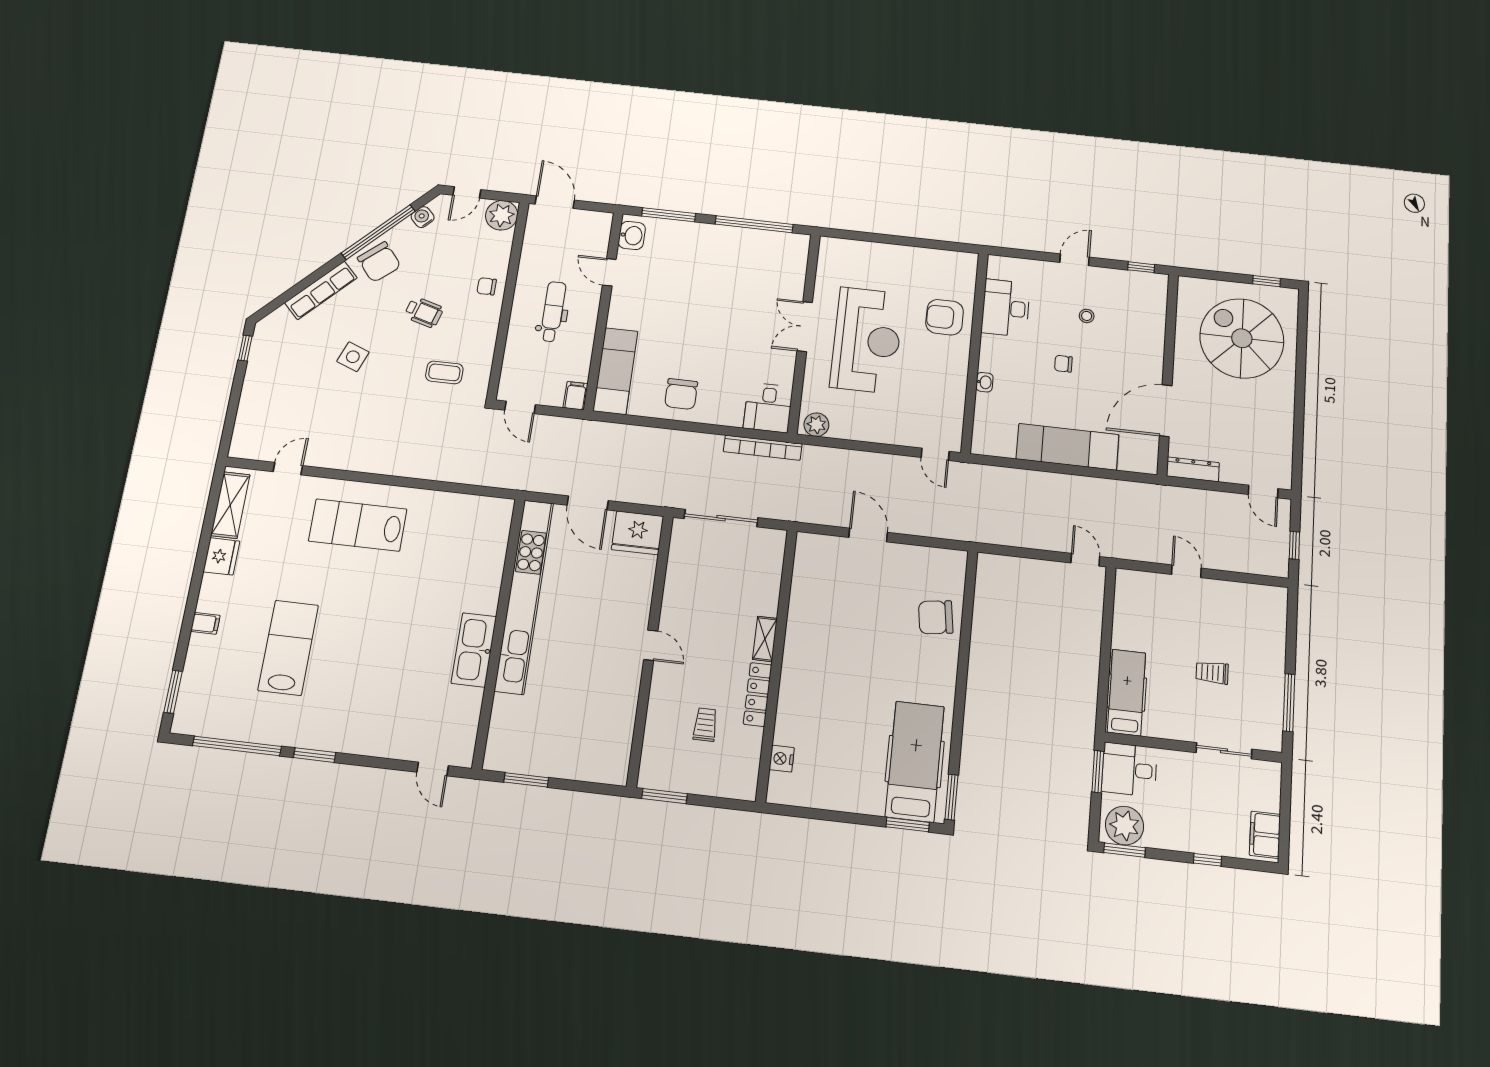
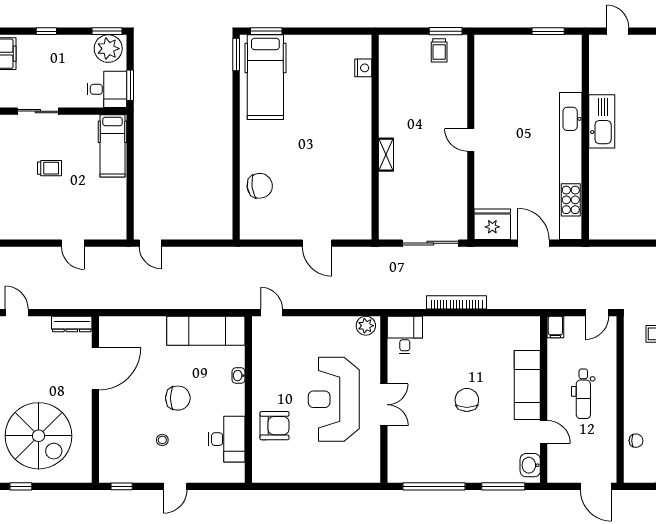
plant: (502, 215) -> (637, 470), removed
chair: (487, 286) -> (636, 441), moved
chair: (1063, 364) -> (178, 398), width x1.87, depth x1.87
exam couch: (615, 371) -> (527, 385), moved
chair: (681, 394) -> (467, 400), moved
door: (520, 407) -> (597, 313), swing flipped
exam couch: (1067, 447) -> (206, 331), moved
bookcase: (763, 448) -> (457, 302), moved
locker: (758, 695) -> (387, 113), removed
trolley: (705, 725) -> (439, 50), moved

